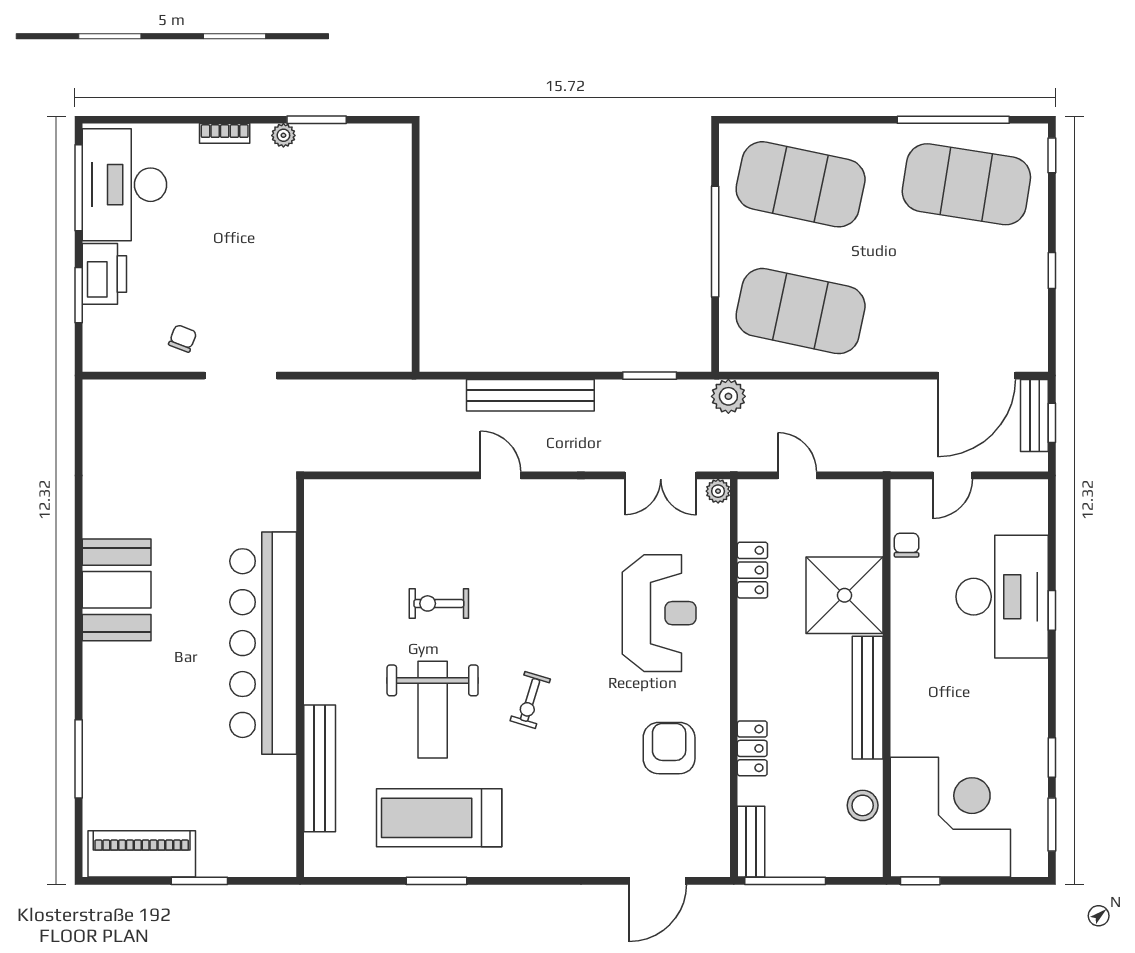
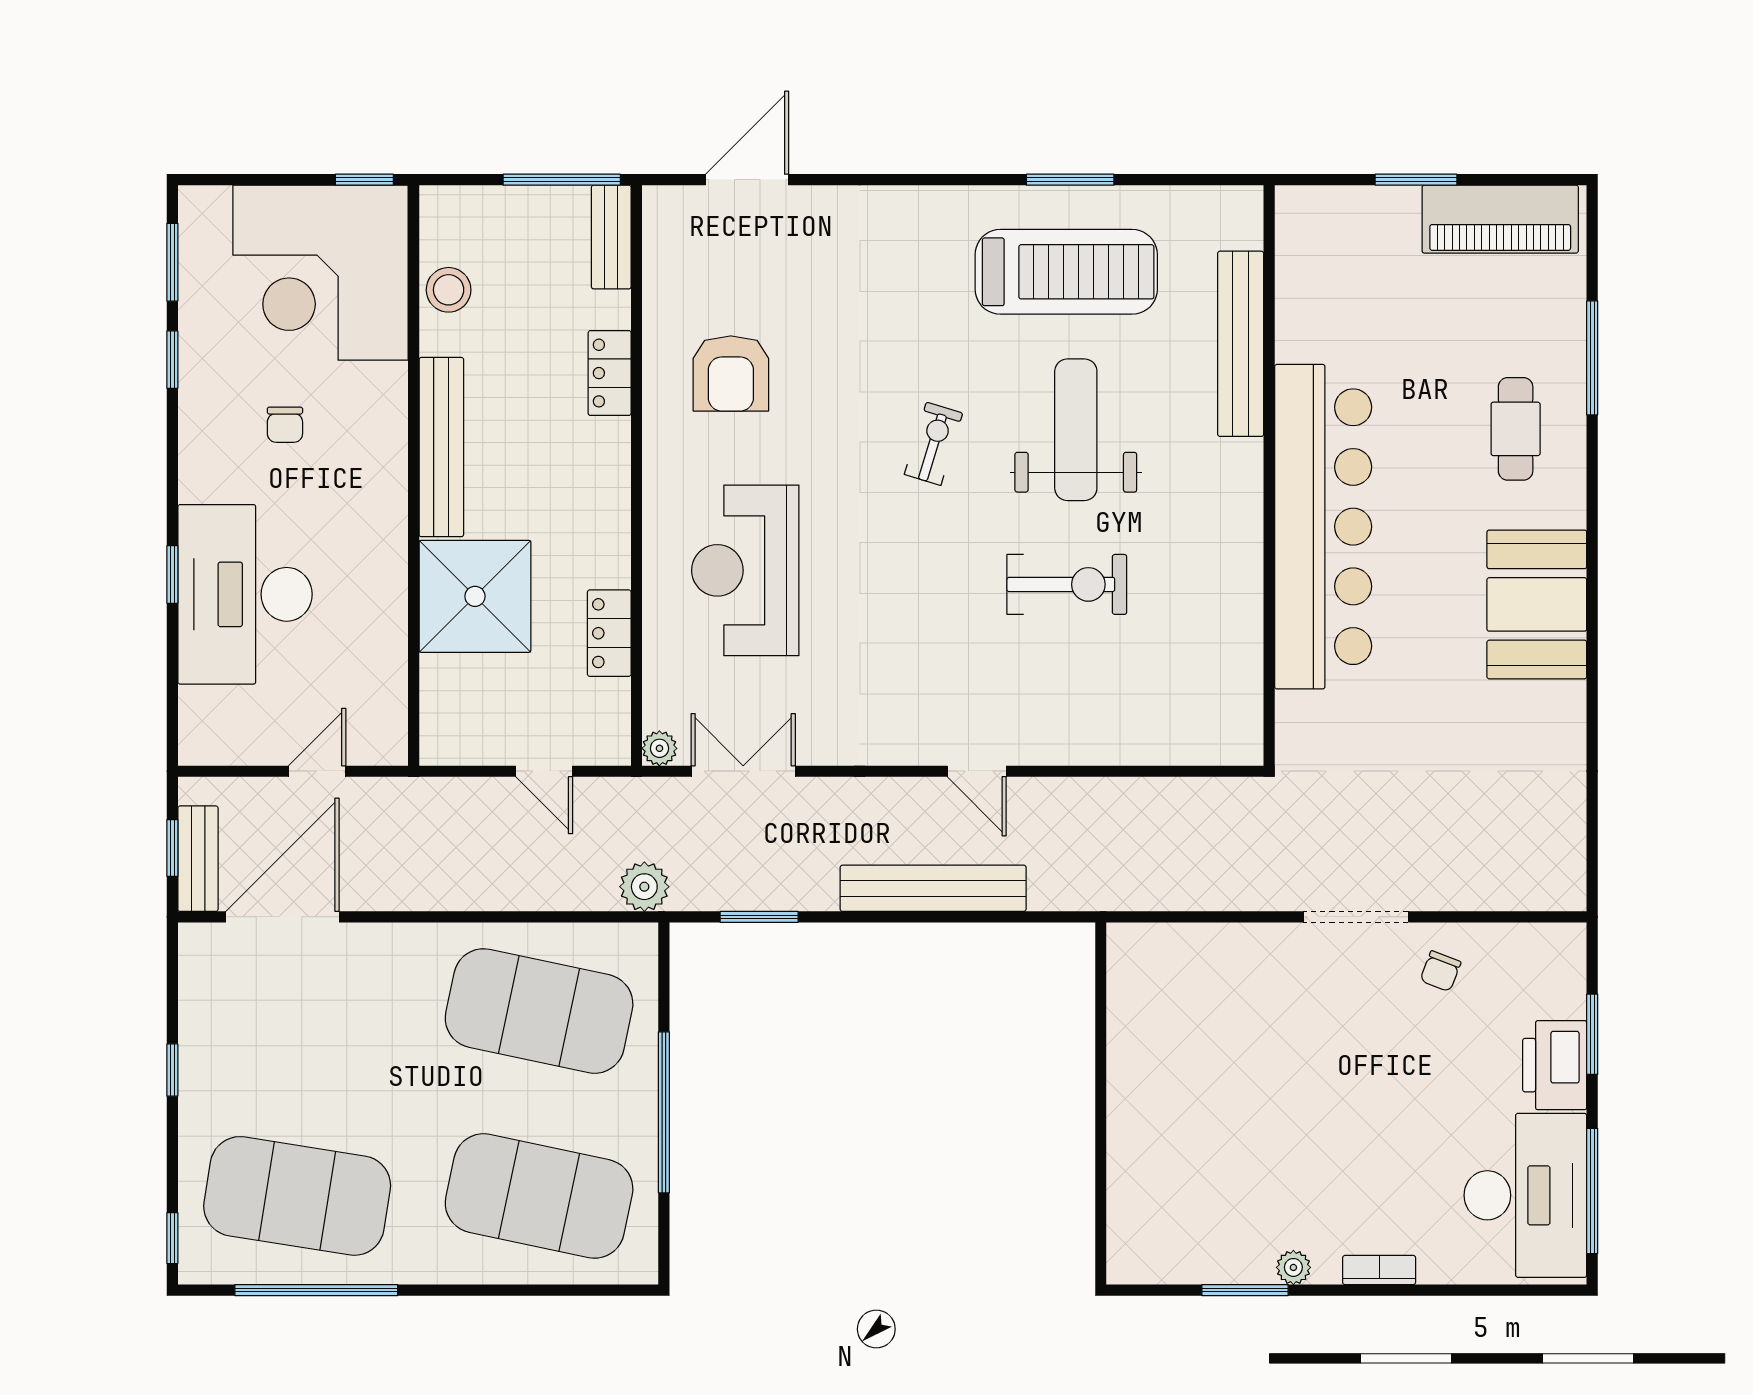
chair: (907, 545) -> (285, 425), moved
exercise bike: (439, 603) -> (1067, 584), width x1.38, depth x1.39
cafe table: (131, 710) -> (1516, 429), added

